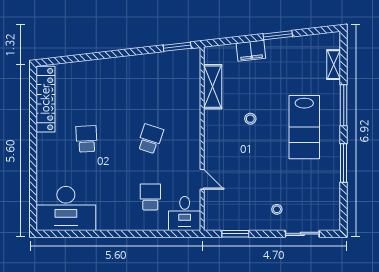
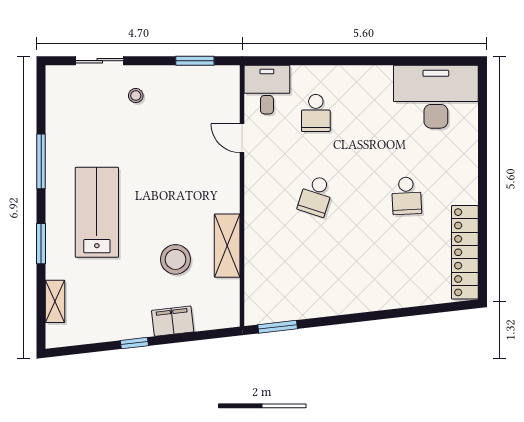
window: (278, 35) -> (134, 343), width x0.67
shelving: (213, 87) -> (227, 246), moved
window: (344, 105) -> (41, 244), width x0.69
stool: (250, 119) -> (176, 259), moved, width x1.89, depth x1.89

